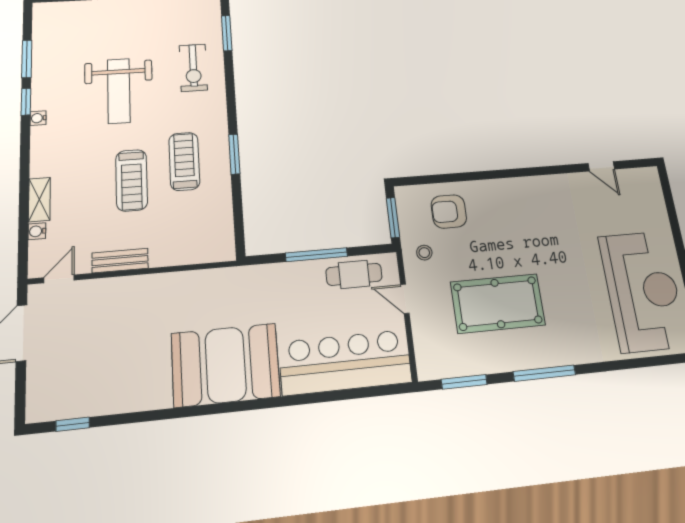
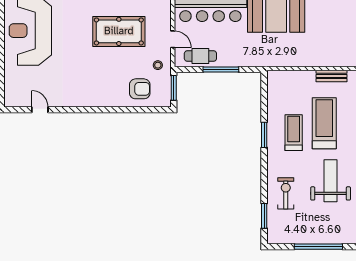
treadmill: (184, 161) -> (294, 133), turned 180
treadmill: (132, 180) -> (324, 123), width x1.37, depth x1.38

